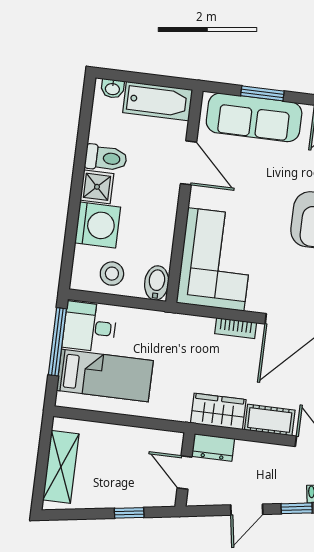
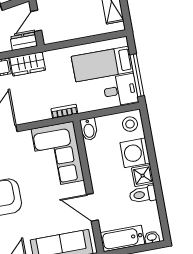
stool: (112, 274) -> (130, 124), moved
bookcase: (236, 328) -> (64, 111), moved
door: (185, 473) -> (36, 21), swing flipped

